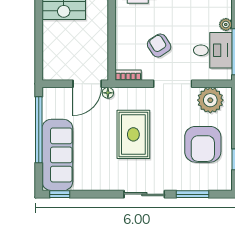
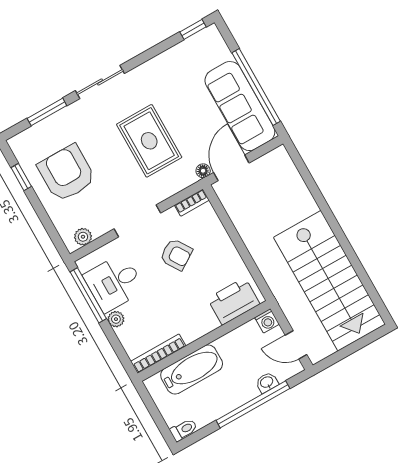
plant: (210, 100) -> (83, 237), width x0.53, depth x0.53
sofa: (57, 155) -> (240, 106), moved

